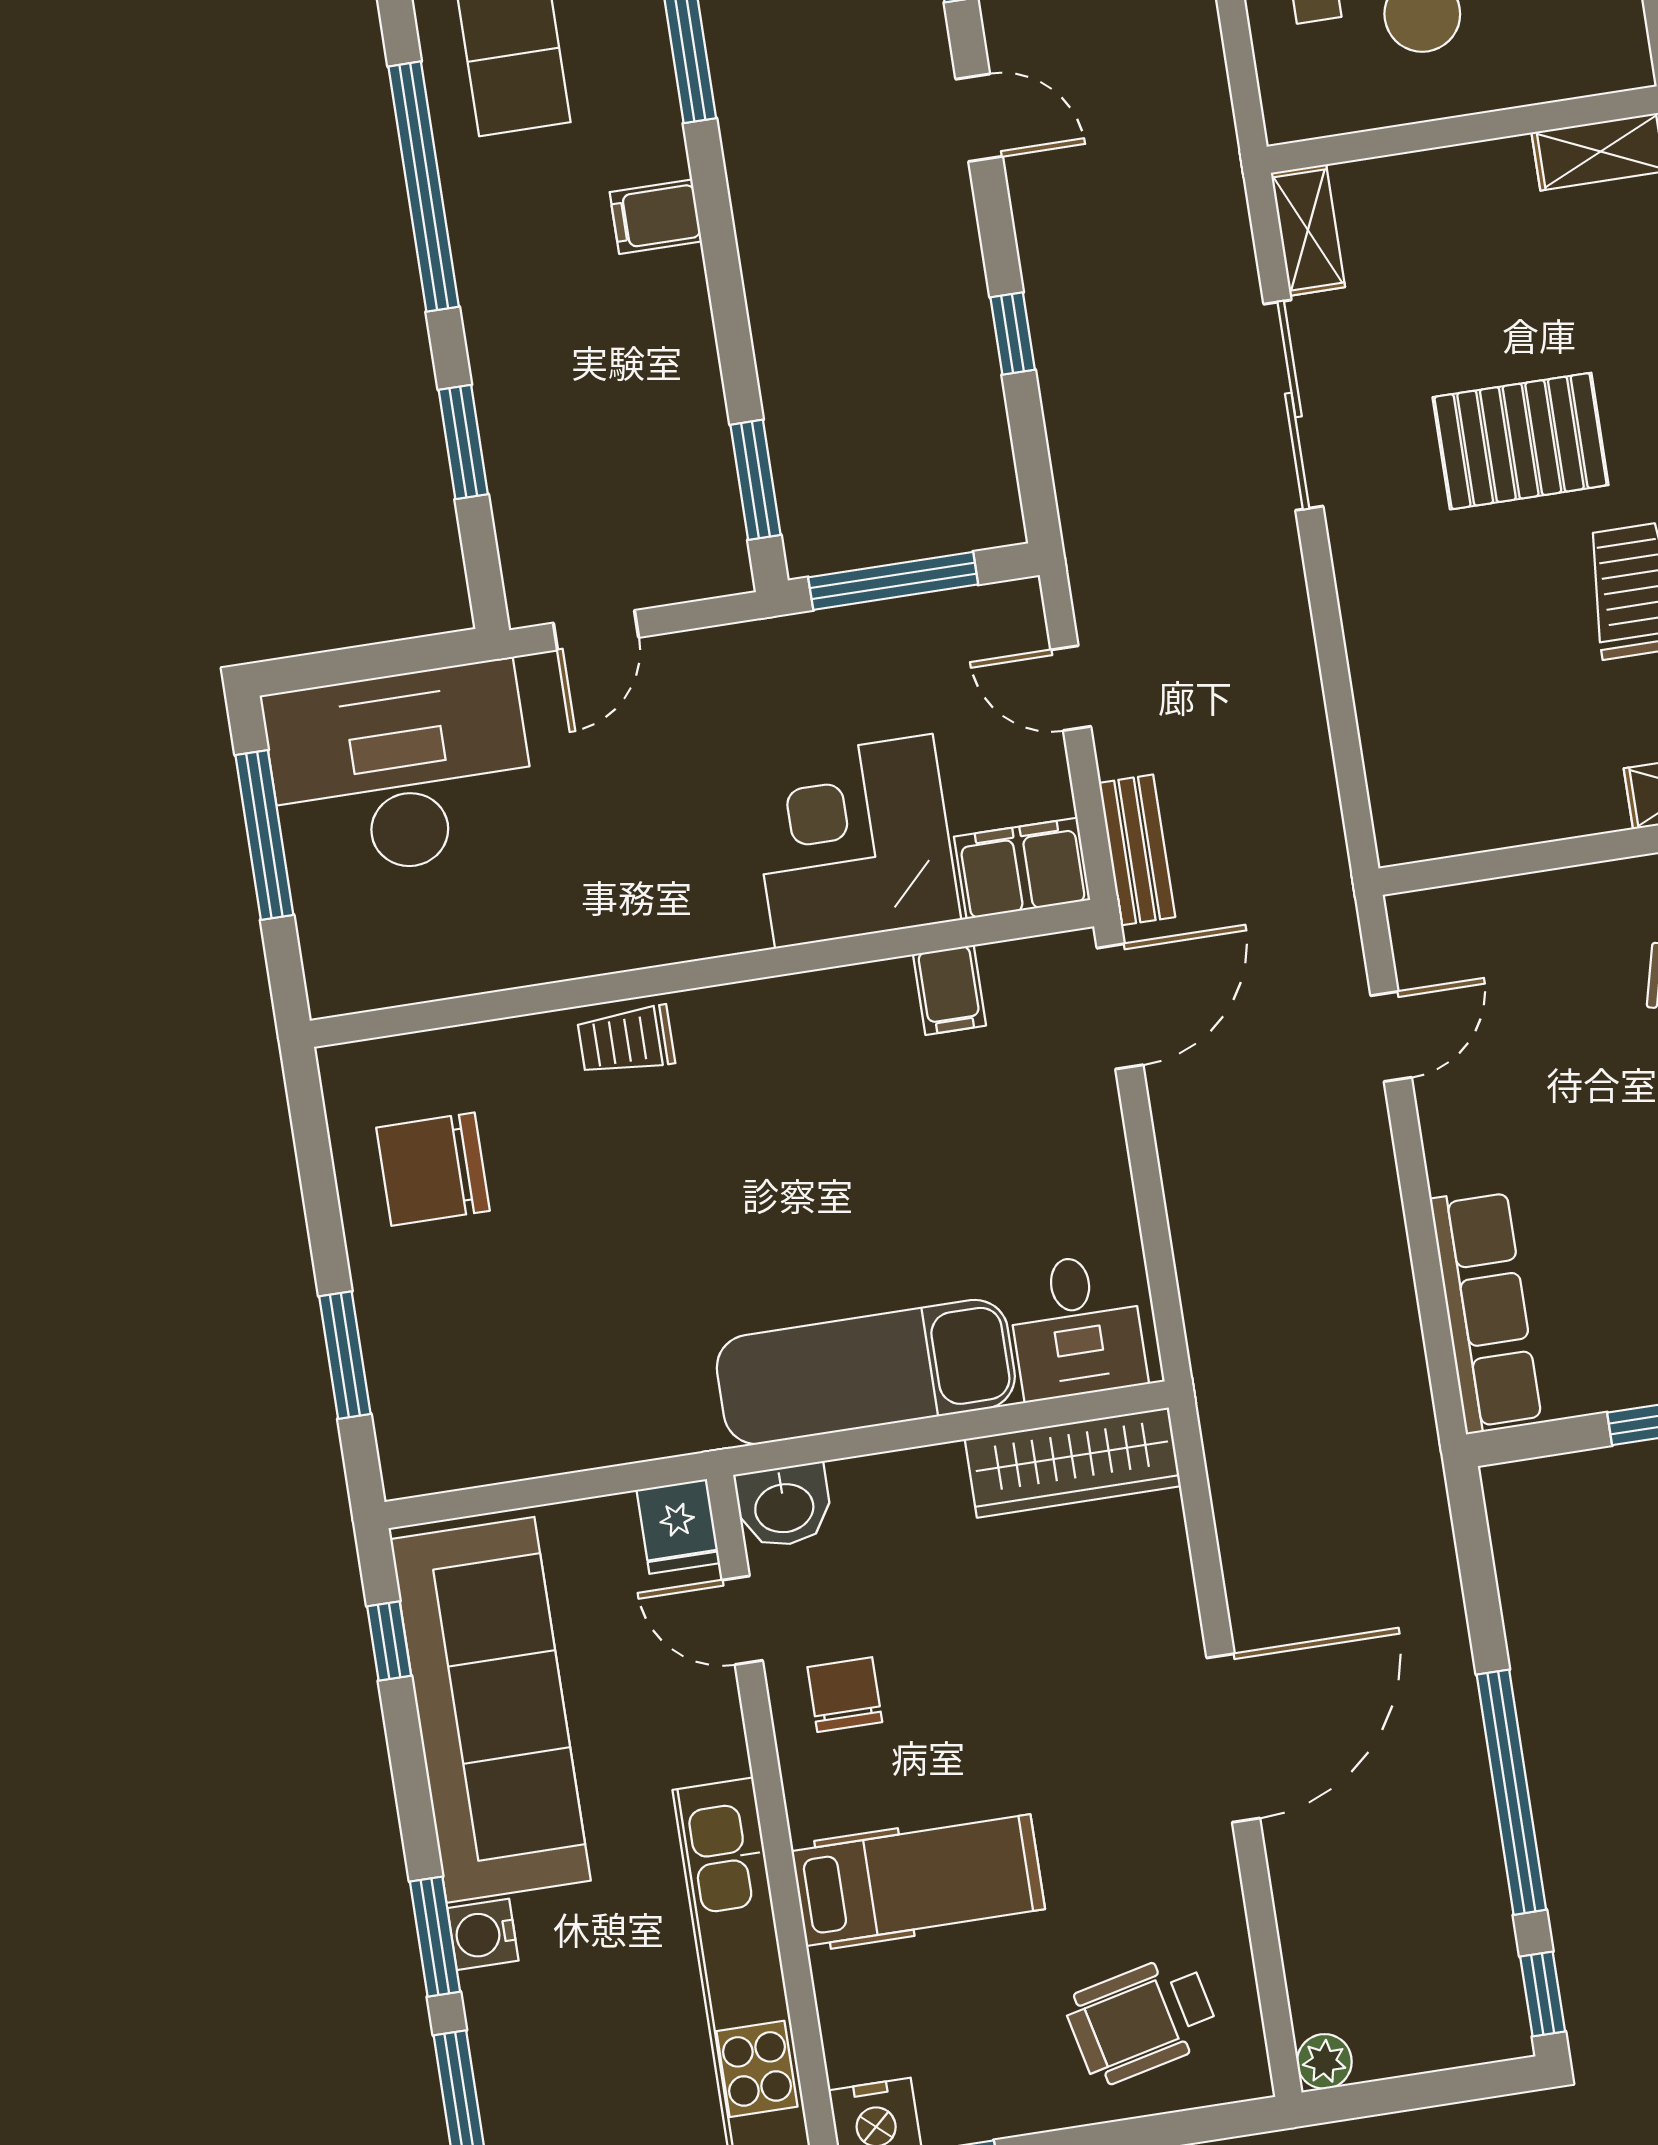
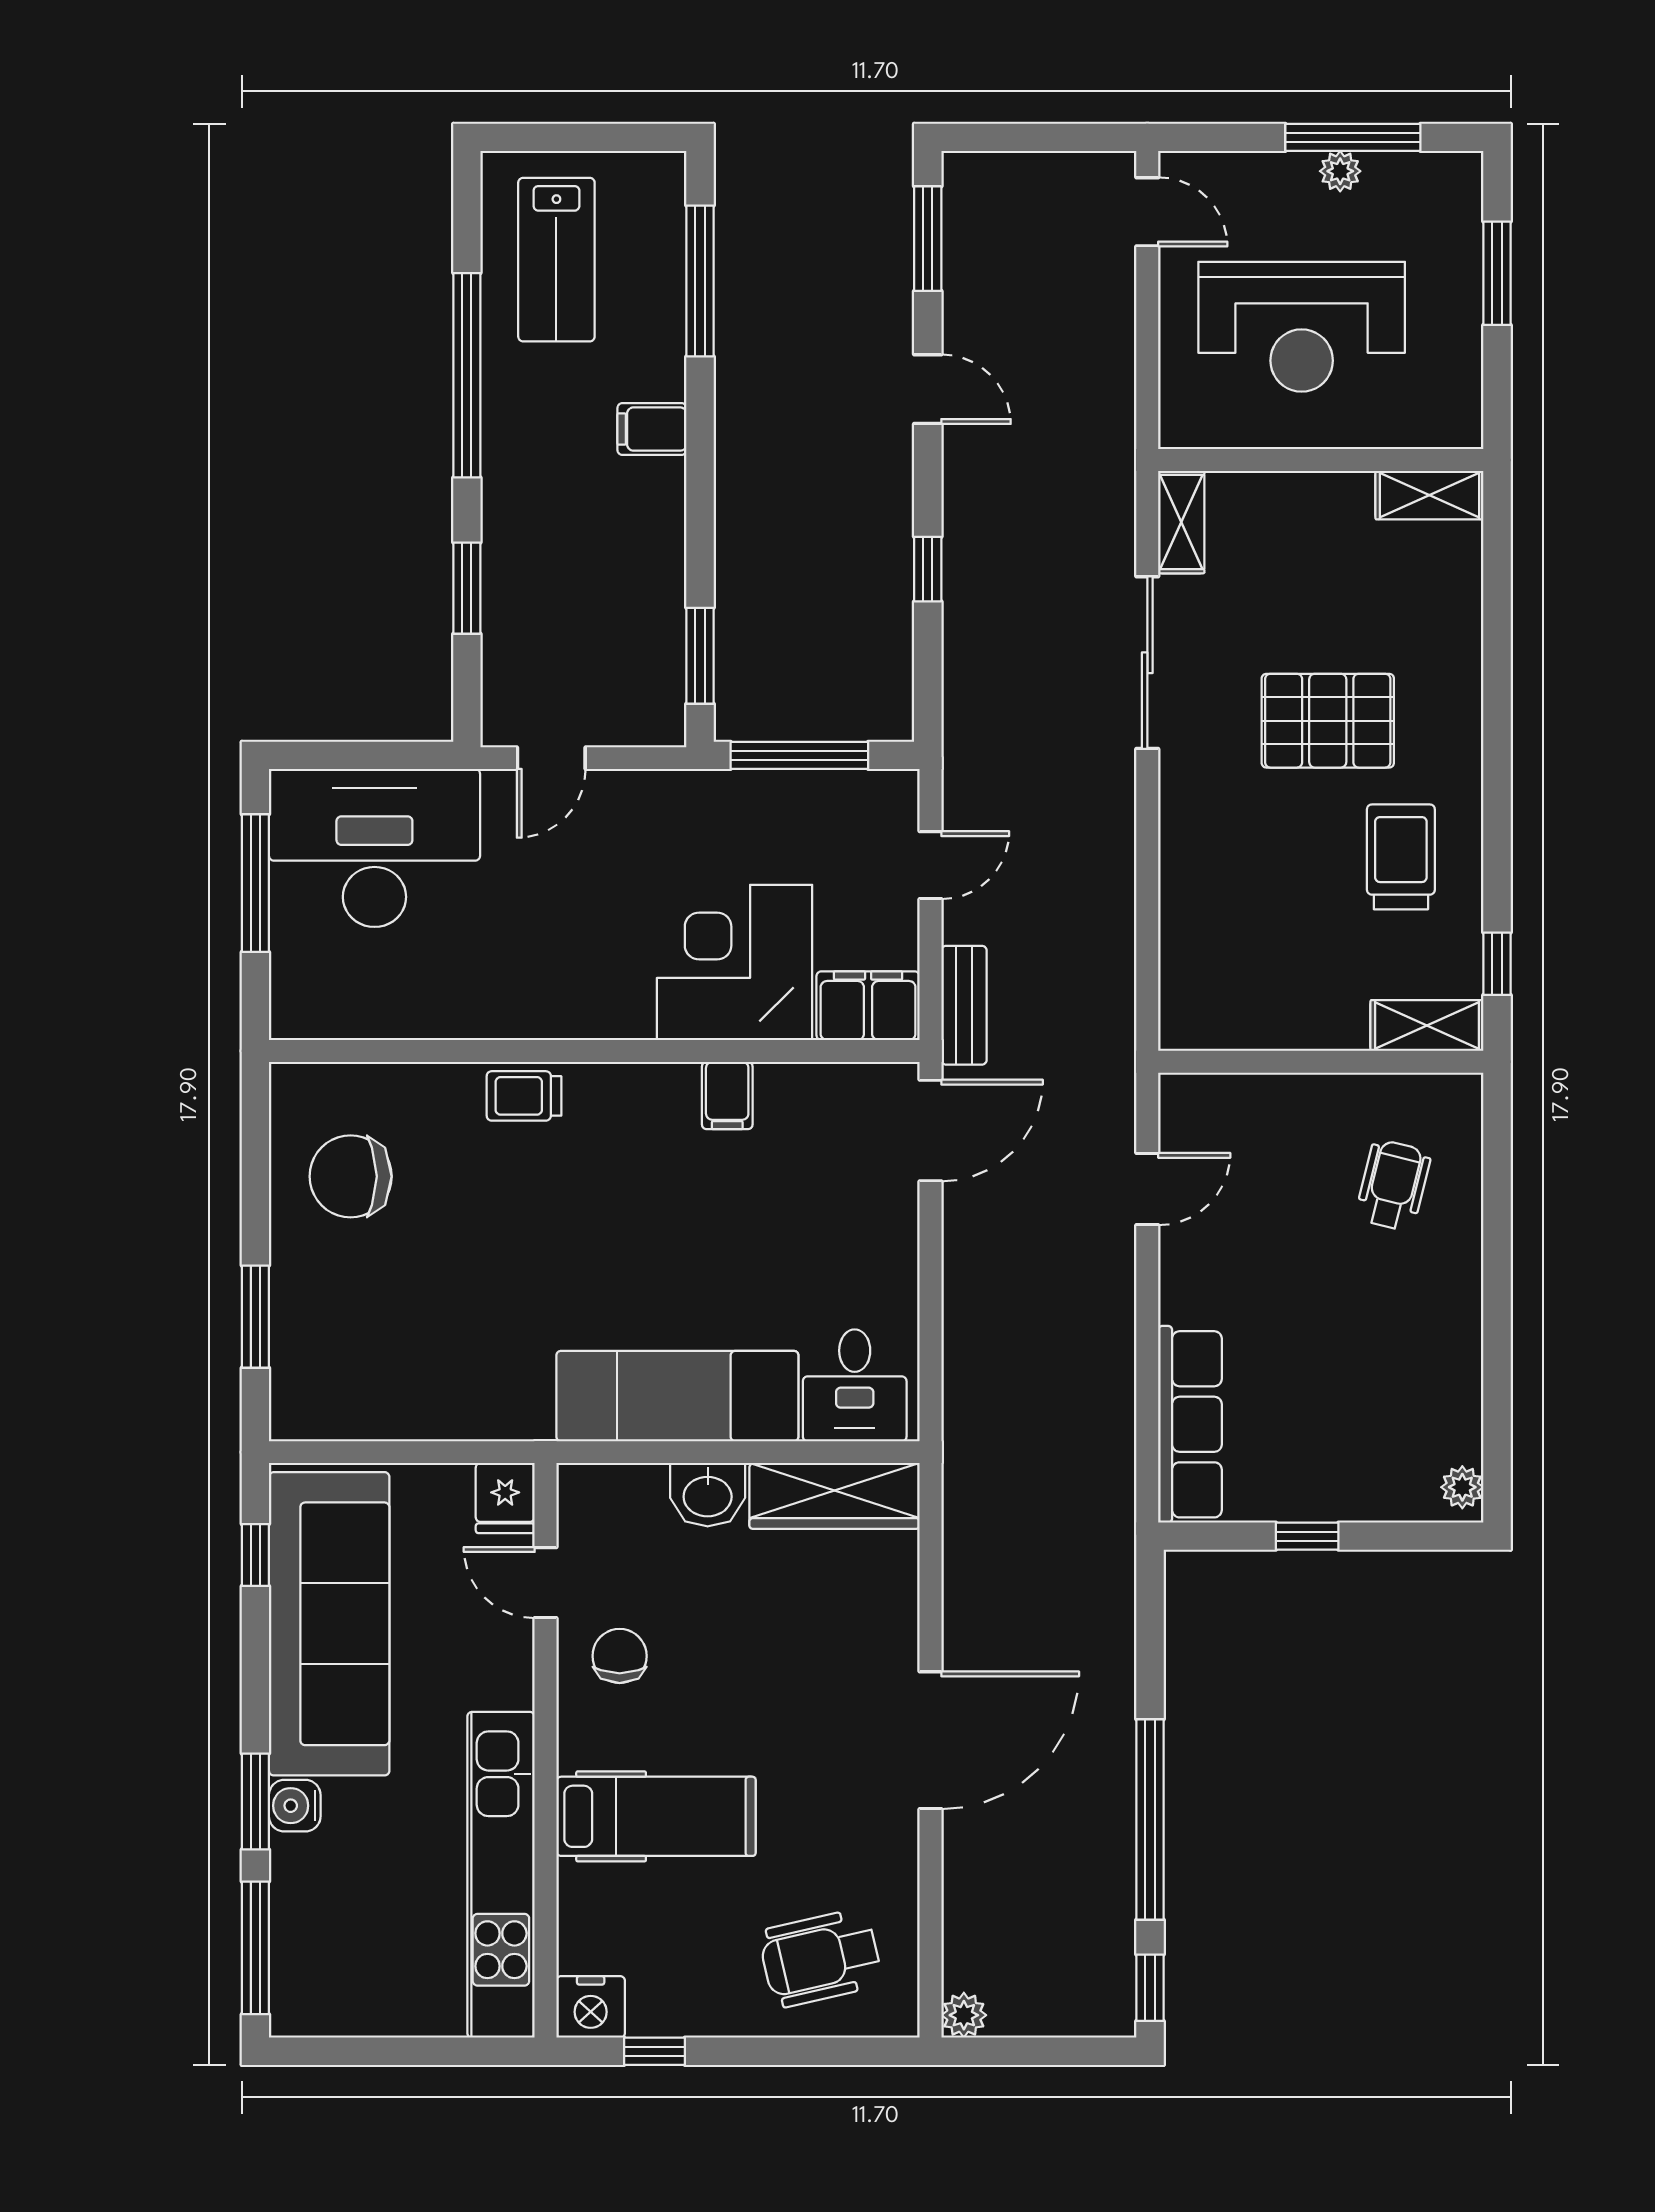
door: (1071, 688) -> (930, 865), swing flipped
filing cabinet: (949, 990) -> (727, 1095), moved
washbasin: (784, 1506) -> (708, 1495), moved

